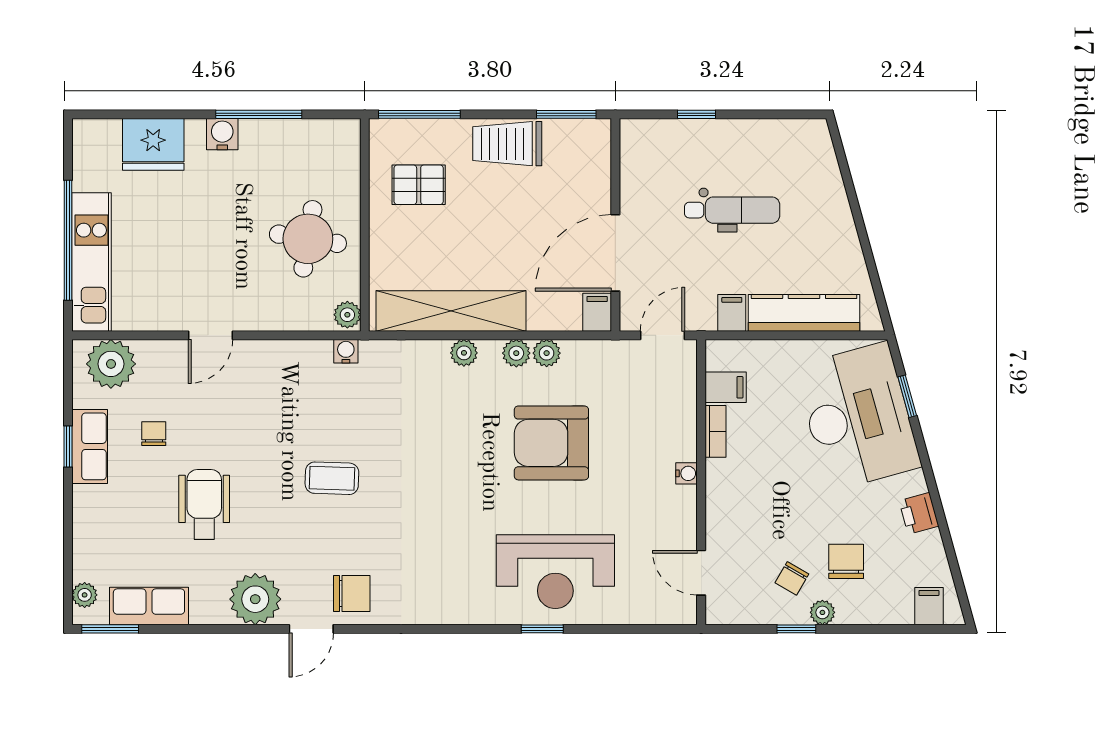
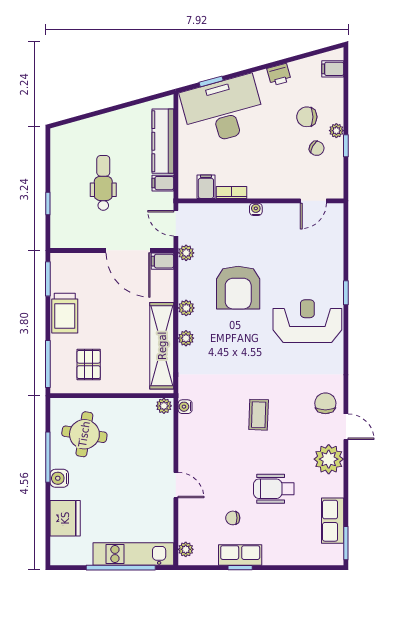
round table: (308, 239) -> (84, 434), moved
plant: (547, 353) -> (186, 253), moved
plant: (111, 364) -> (186, 549), width x0.53, depth x0.53
reception desk: (555, 572) -> (307, 321), moved, turned -90
plant: (85, 595) -> (326, 558), removed

